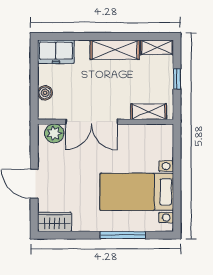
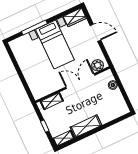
freezer: (56, 52) -> (117, 110), removed
bed with nightstands: (137, 192) -> (55, 45), moved, turned 90

